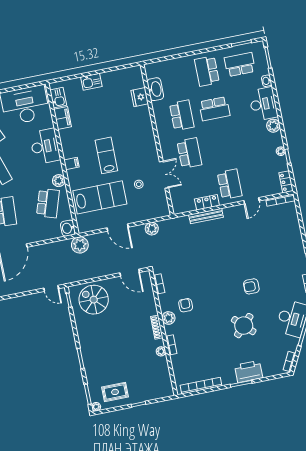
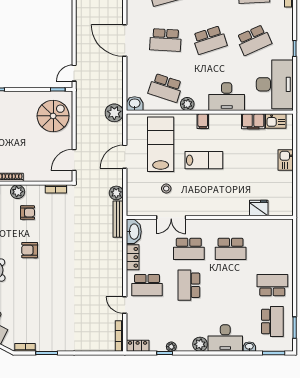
washbasin: (155, 89) -> (134, 232), moved, turned -90
school desk: (215, 109) -> (189, 285), moved
lab bench: (100, 197) -> (161, 144), turned 180
bench: (206, 216) -> (118, 219), moved
armchair: (251, 286) -> (30, 250), moved, turned -90

